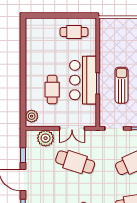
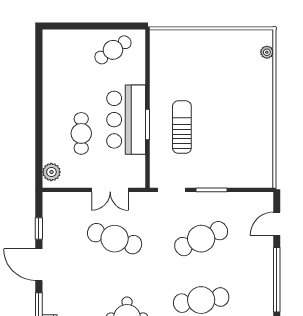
cafe table: (74, 32) -> (113, 50), turned -33
plant: (46, 138) -> (72, 204), removed

